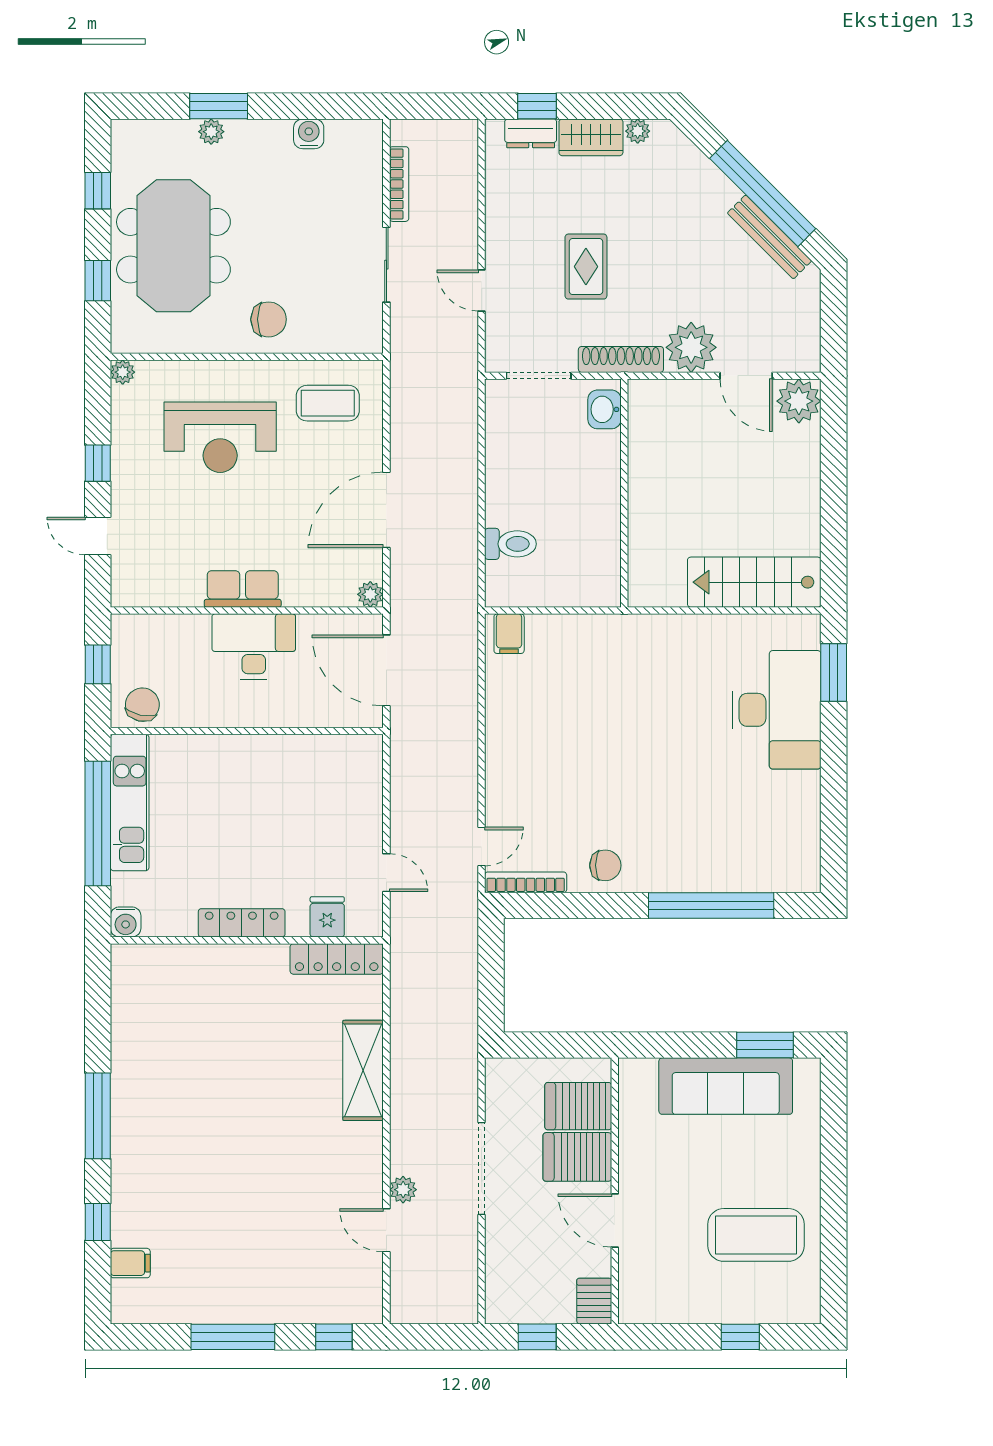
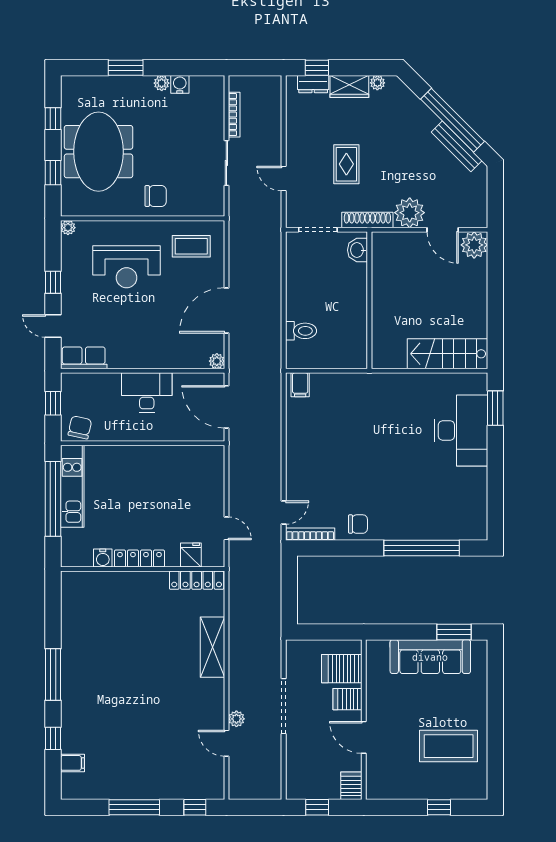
plant: (211, 132) -> (162, 83), moved
row of seats: (243, 589) -> (84, 358), moved
water cooler: (126, 922) -> (103, 558), moved
server rack: (577, 1157) -> (347, 699), width x0.73, depth x0.70

